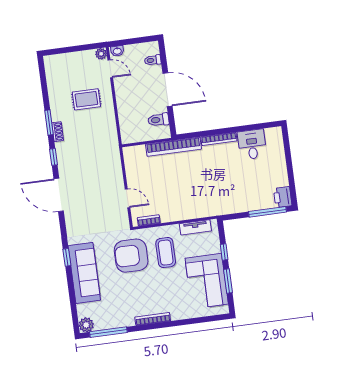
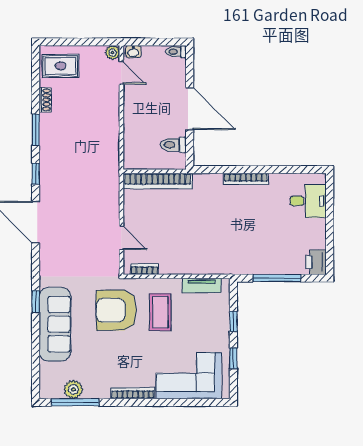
toilet: (153, 60) -> (176, 52), moved
rug: (86, 99) -> (61, 66), moved
shoe rack: (58, 132) -> (45, 100), moved
desk: (252, 144) -> (308, 201), moved, turned 90
bookcase: (173, 147) -> (158, 181), moved
window: (267, 212) -> (277, 278), moved
corner sofa: (207, 281) -> (189, 376), moved, turned 90
window: (228, 281) -> (233, 358), width x0.67
plant: (86, 325) -> (73, 389), moved

